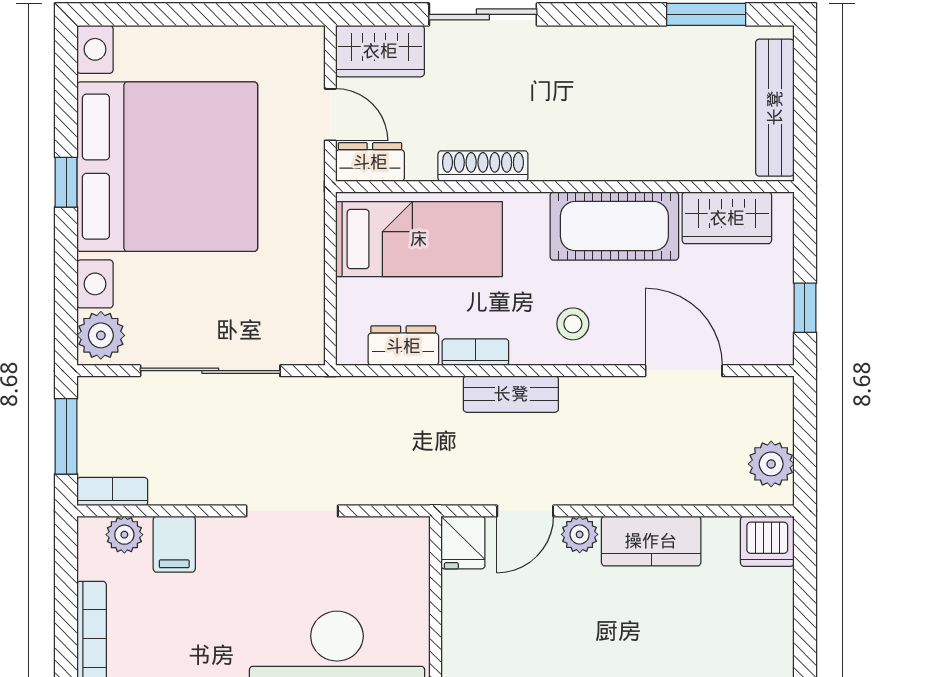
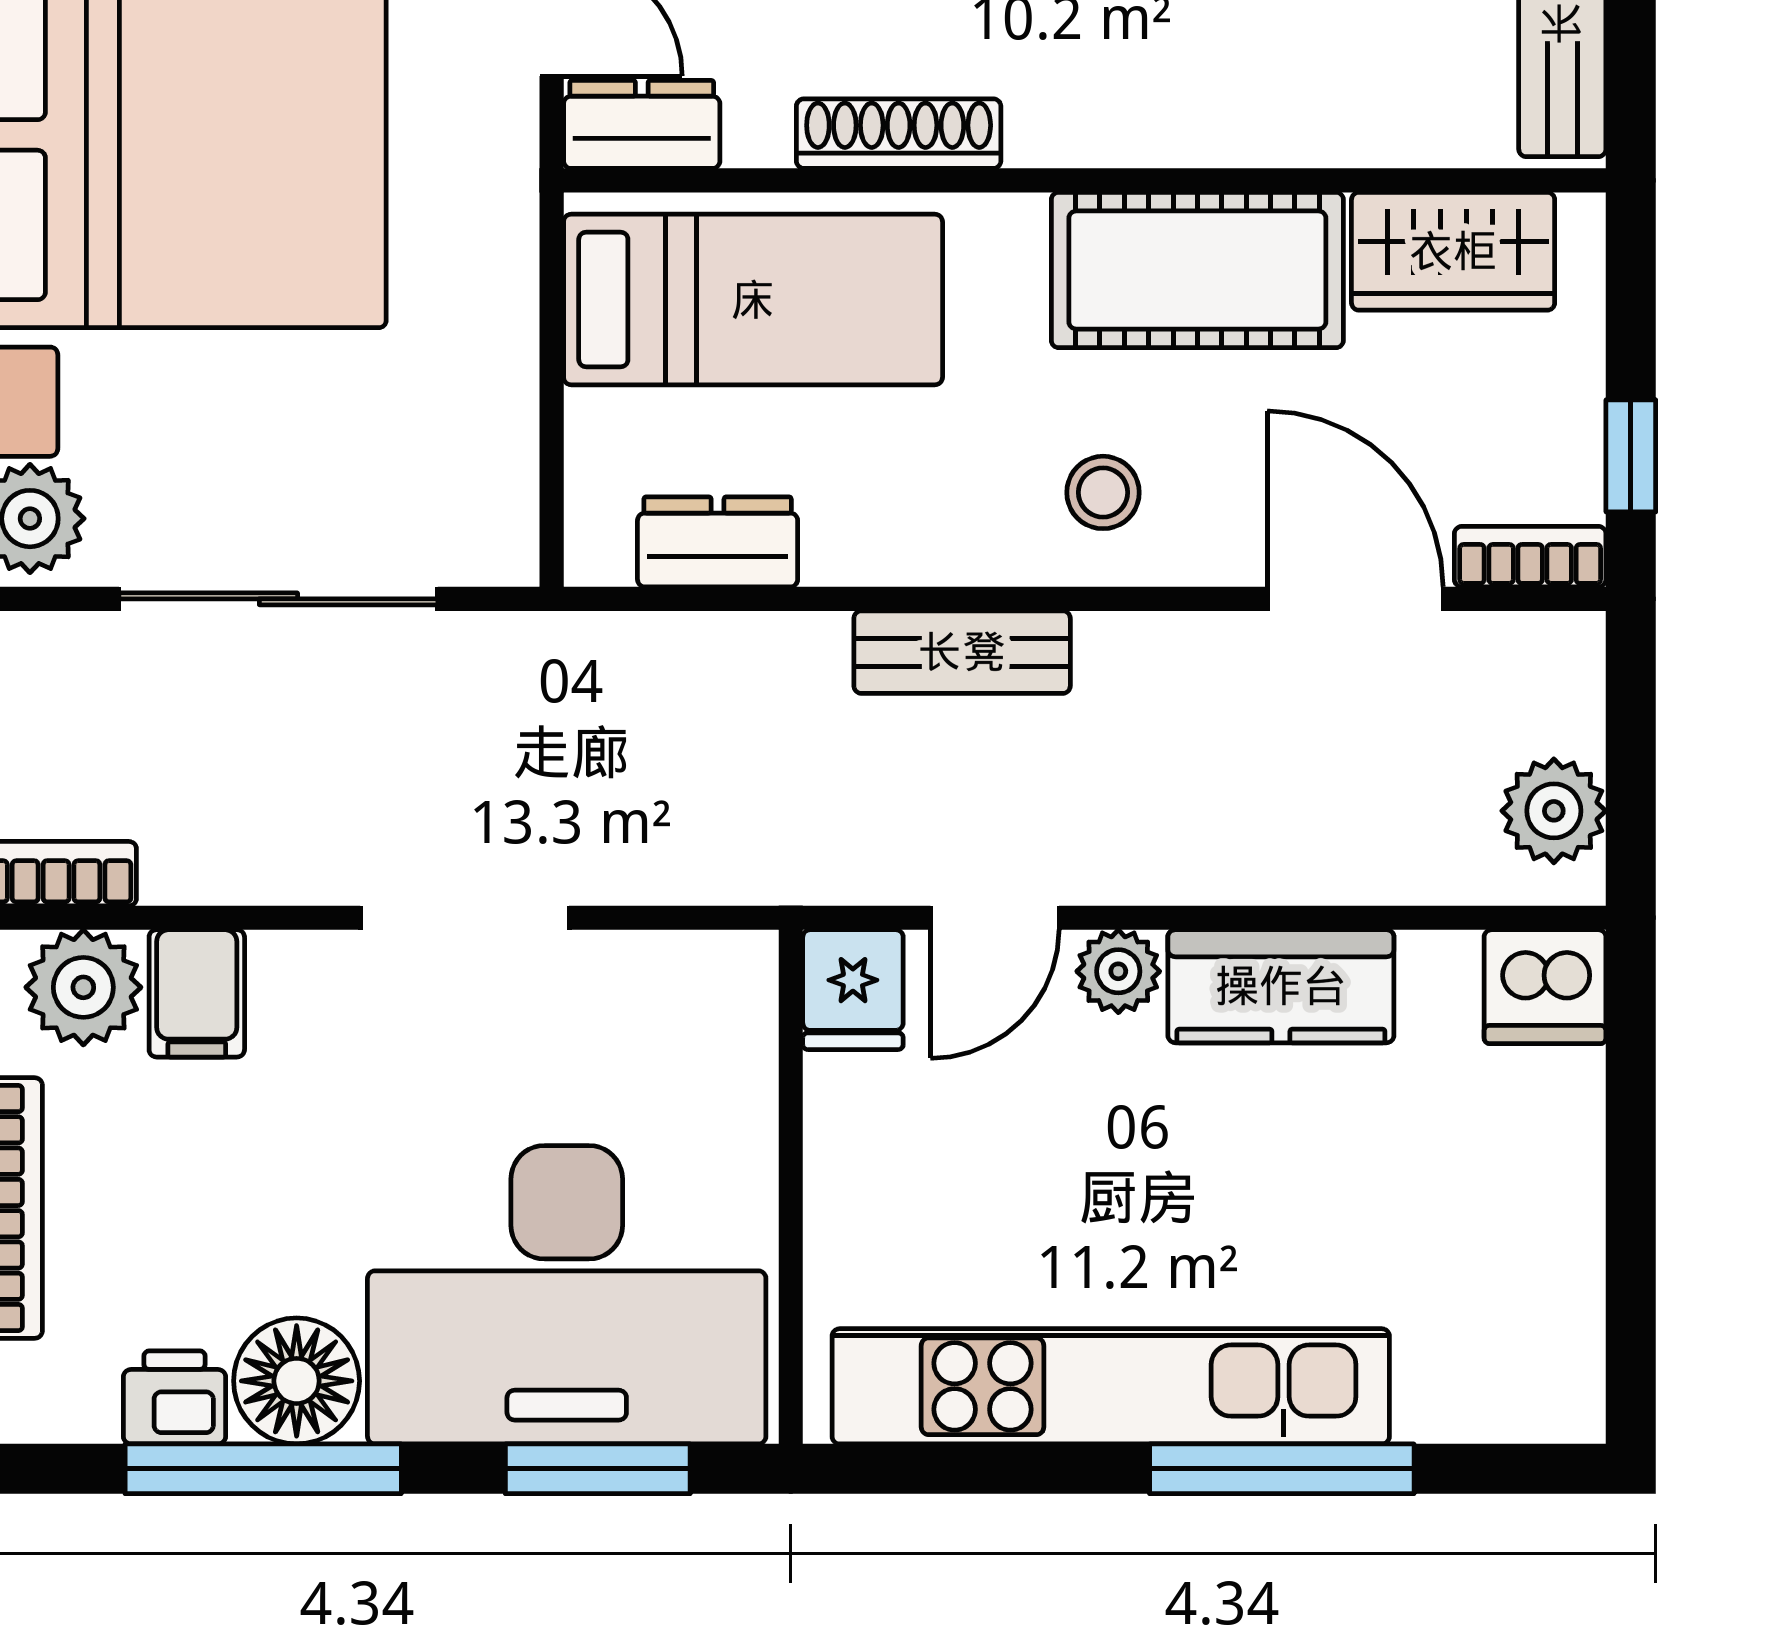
bookcase: (475, 352) -> (1530, 557), moved
plant: (124, 535) -> (83, 987), width x1.38, depth x1.38

